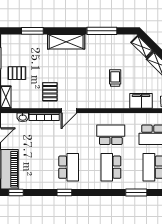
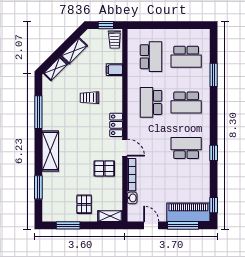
filing cabinet: (141, 101) -> (114, 70), width x0.50
locker: (90, 102) -> (116, 125), added

